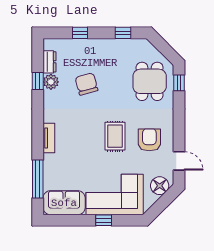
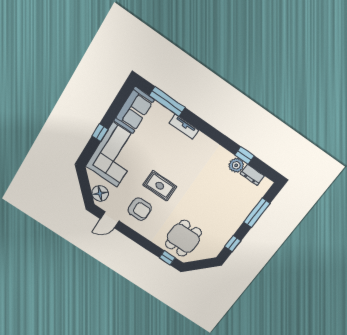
window: (80, 33) -> (257, 213), width x2.17
dining table: (150, 81) -> (183, 238), turned 90
chair: (86, 84) -> (215, 191), removed
tv unit: (49, 138) -> (184, 127), moved

